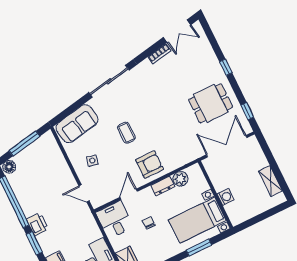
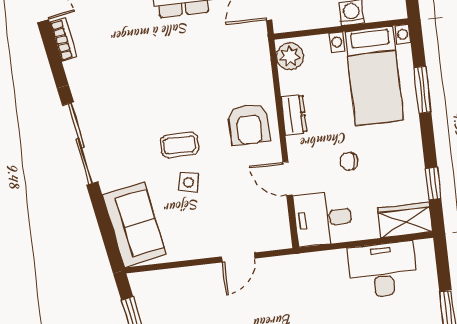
side table: (92, 161) -> (189, 182), moved
armchair: (150, 165) -> (249, 124), turned 180
plant: (180, 179) -> (290, 56), moved
door: (84, 193) -> (238, 257), moved

